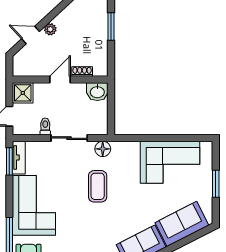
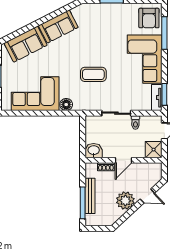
window: (111, 27) -> (83, 203), width x1.44
plant: (50, 29) -> (125, 201), width x1.87, depth x1.87
bench: (102, 35) -> (90, 196), added
floor lamp: (103, 149) -> (66, 105), moved
coffee table: (98, 186) -> (93, 74), turned 90

